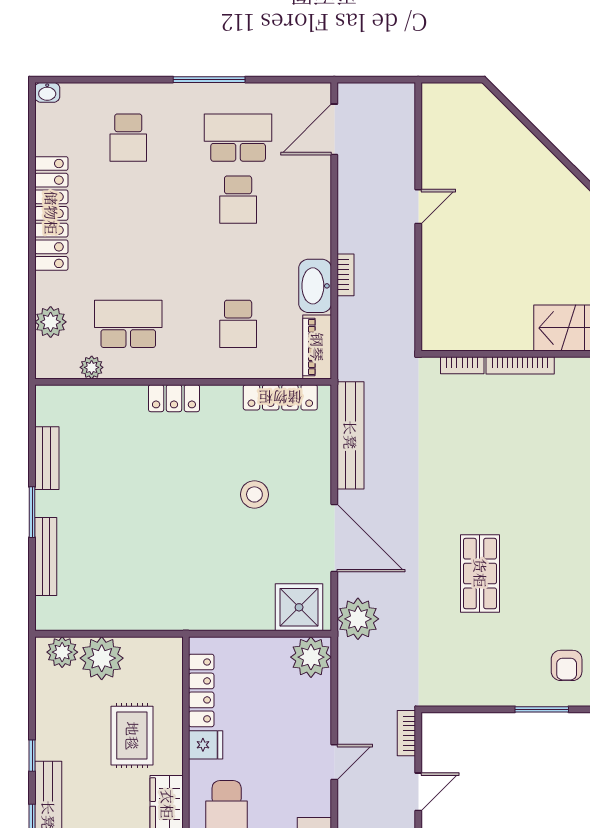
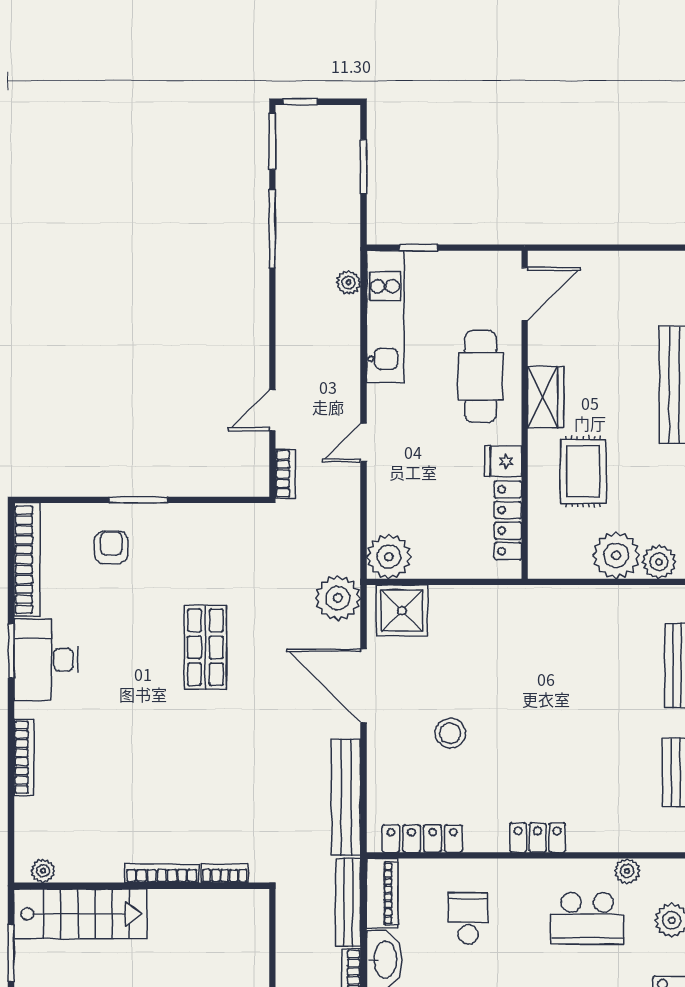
bench: (348, 339) -> (348, 902), added

